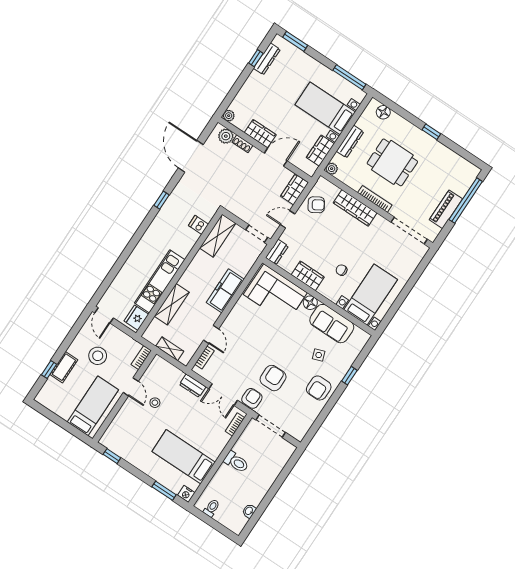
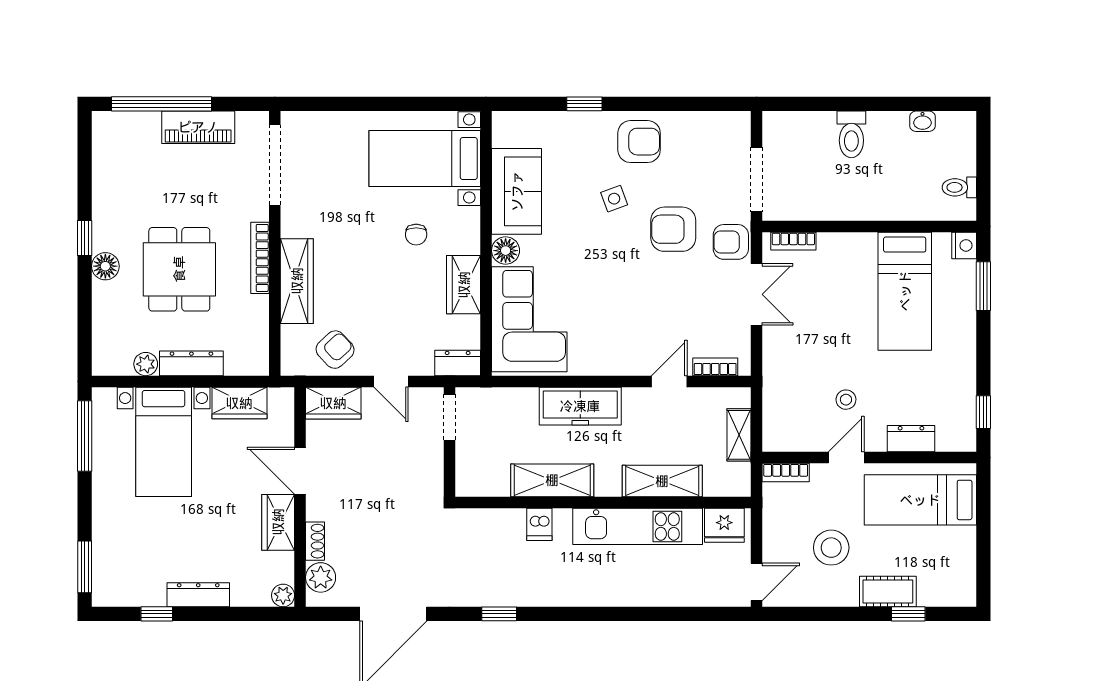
dresser: (267, 59) -> (198, 595), moved
floor lamp: (383, 112) -> (105, 266), moved
plant: (332, 169) -> (146, 364), moved
armchair: (316, 205) -> (335, 350), turned 78
dishwasher: (198, 225) -> (539, 524), moved
shelving: (218, 236) -> (552, 480), moved
side table: (319, 355) -> (614, 199), moved
dresser: (193, 386) -> (911, 439), moved, turned -90
toilet: (236, 462) -> (851, 134), moved, turned 180

